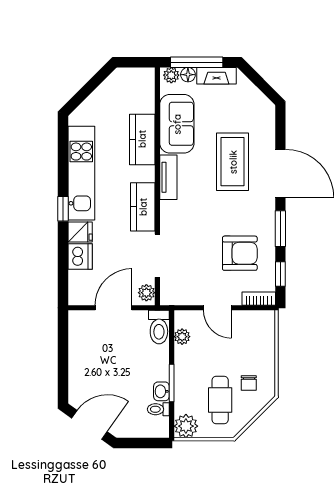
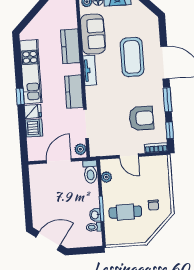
cafe table: (220, 400) -> (125, 212), moved, turned 90
plant: (186, 426) -> (113, 237), removed

